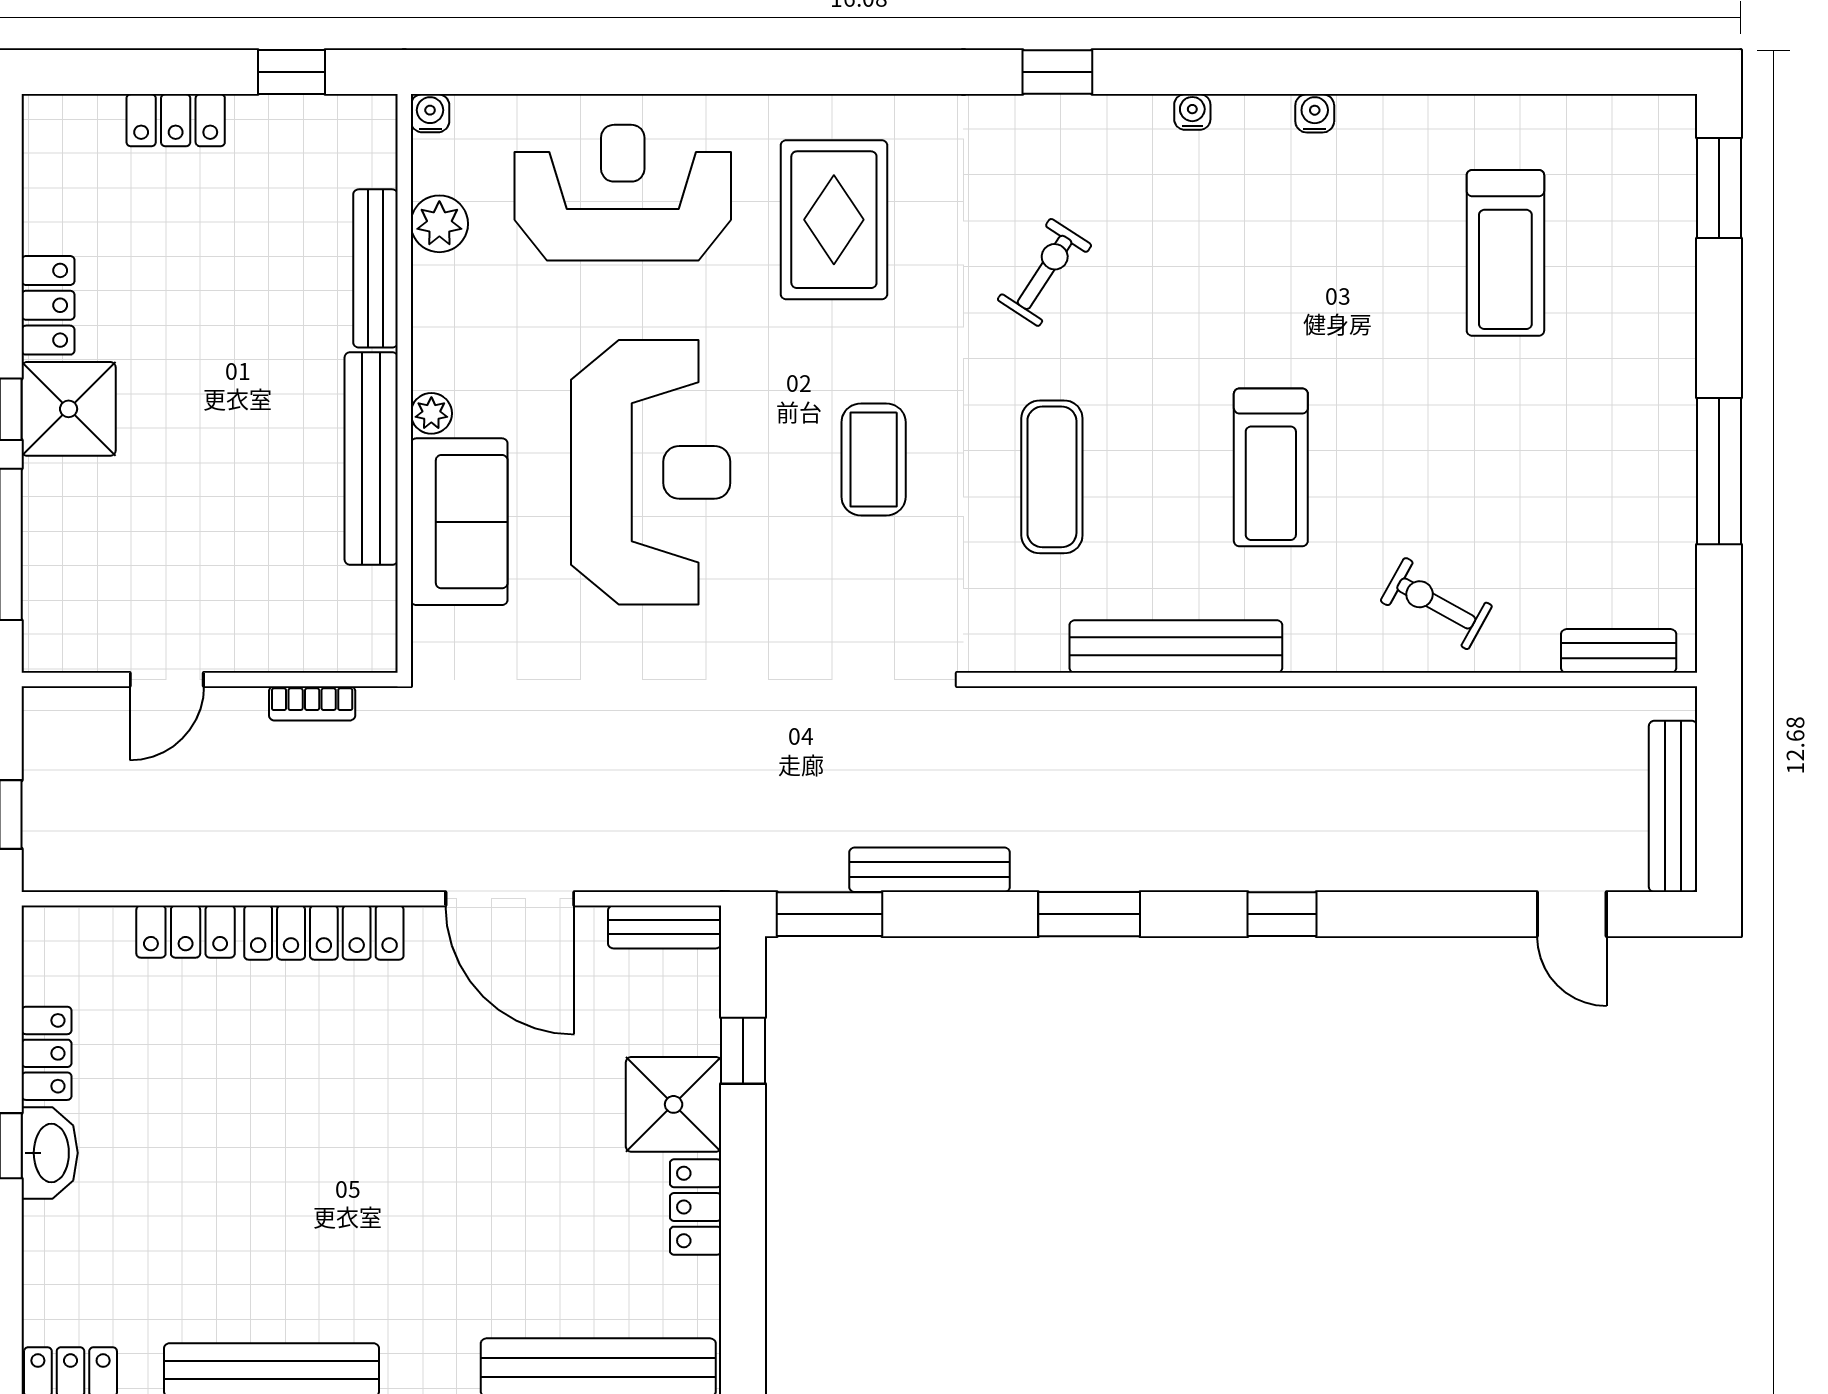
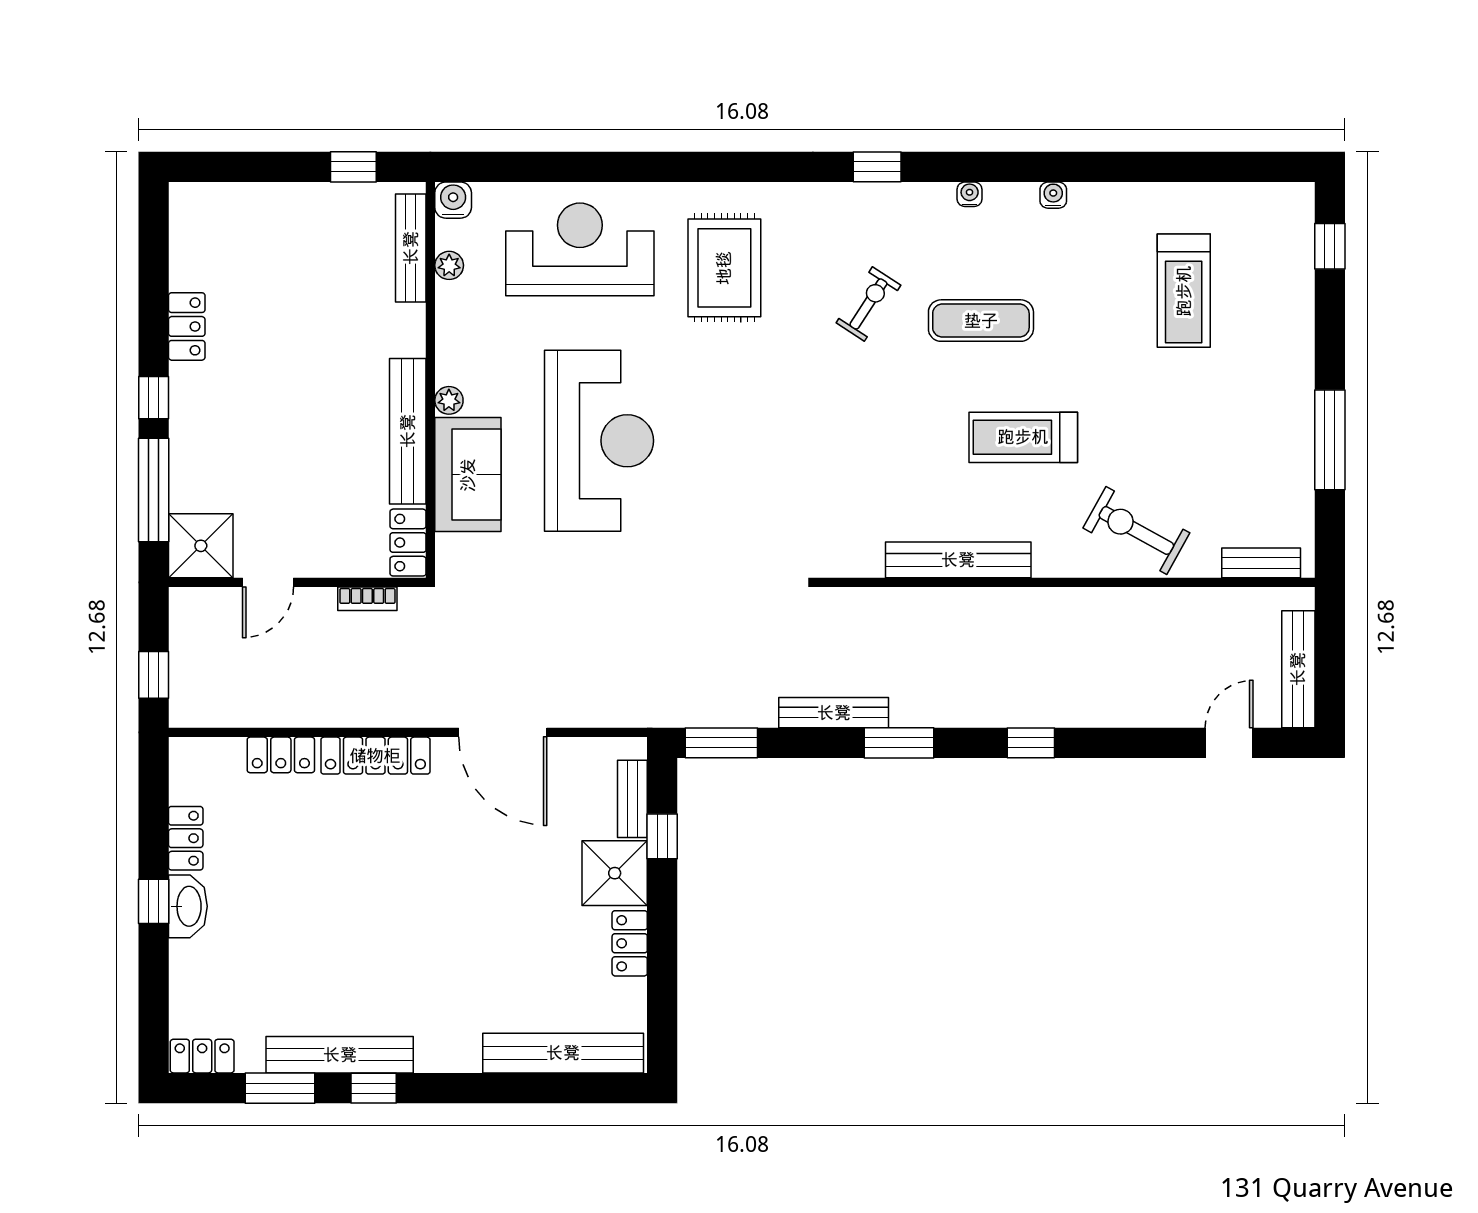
water cooler: (430, 113) -> (453, 200), width x1.38, depth x1.38
locker: (176, 120) -> (408, 543), moved, turned 90
window: (1719, 188) -> (1330, 246), width x0.67
plant: (439, 224) -> (449, 265), width x0.73, depth x0.73
bench: (375, 268) -> (411, 248), moved
shower: (69, 409) -> (201, 546), moved
coffee table: (874, 459) -> (752, 432), removed
treadmill: (1271, 467) -> (1023, 437), turned 90
exercise mat: (1052, 477) -> (981, 321), moved, turned 90
exercise bike: (1436, 603) -> (1136, 530), width x1.38, depth x1.39
bench: (930, 870) -> (834, 713), moved
door: (1572, 914) -> (1229, 743), swing flipped
bench: (665, 927) -> (632, 799), moved, turned 90

